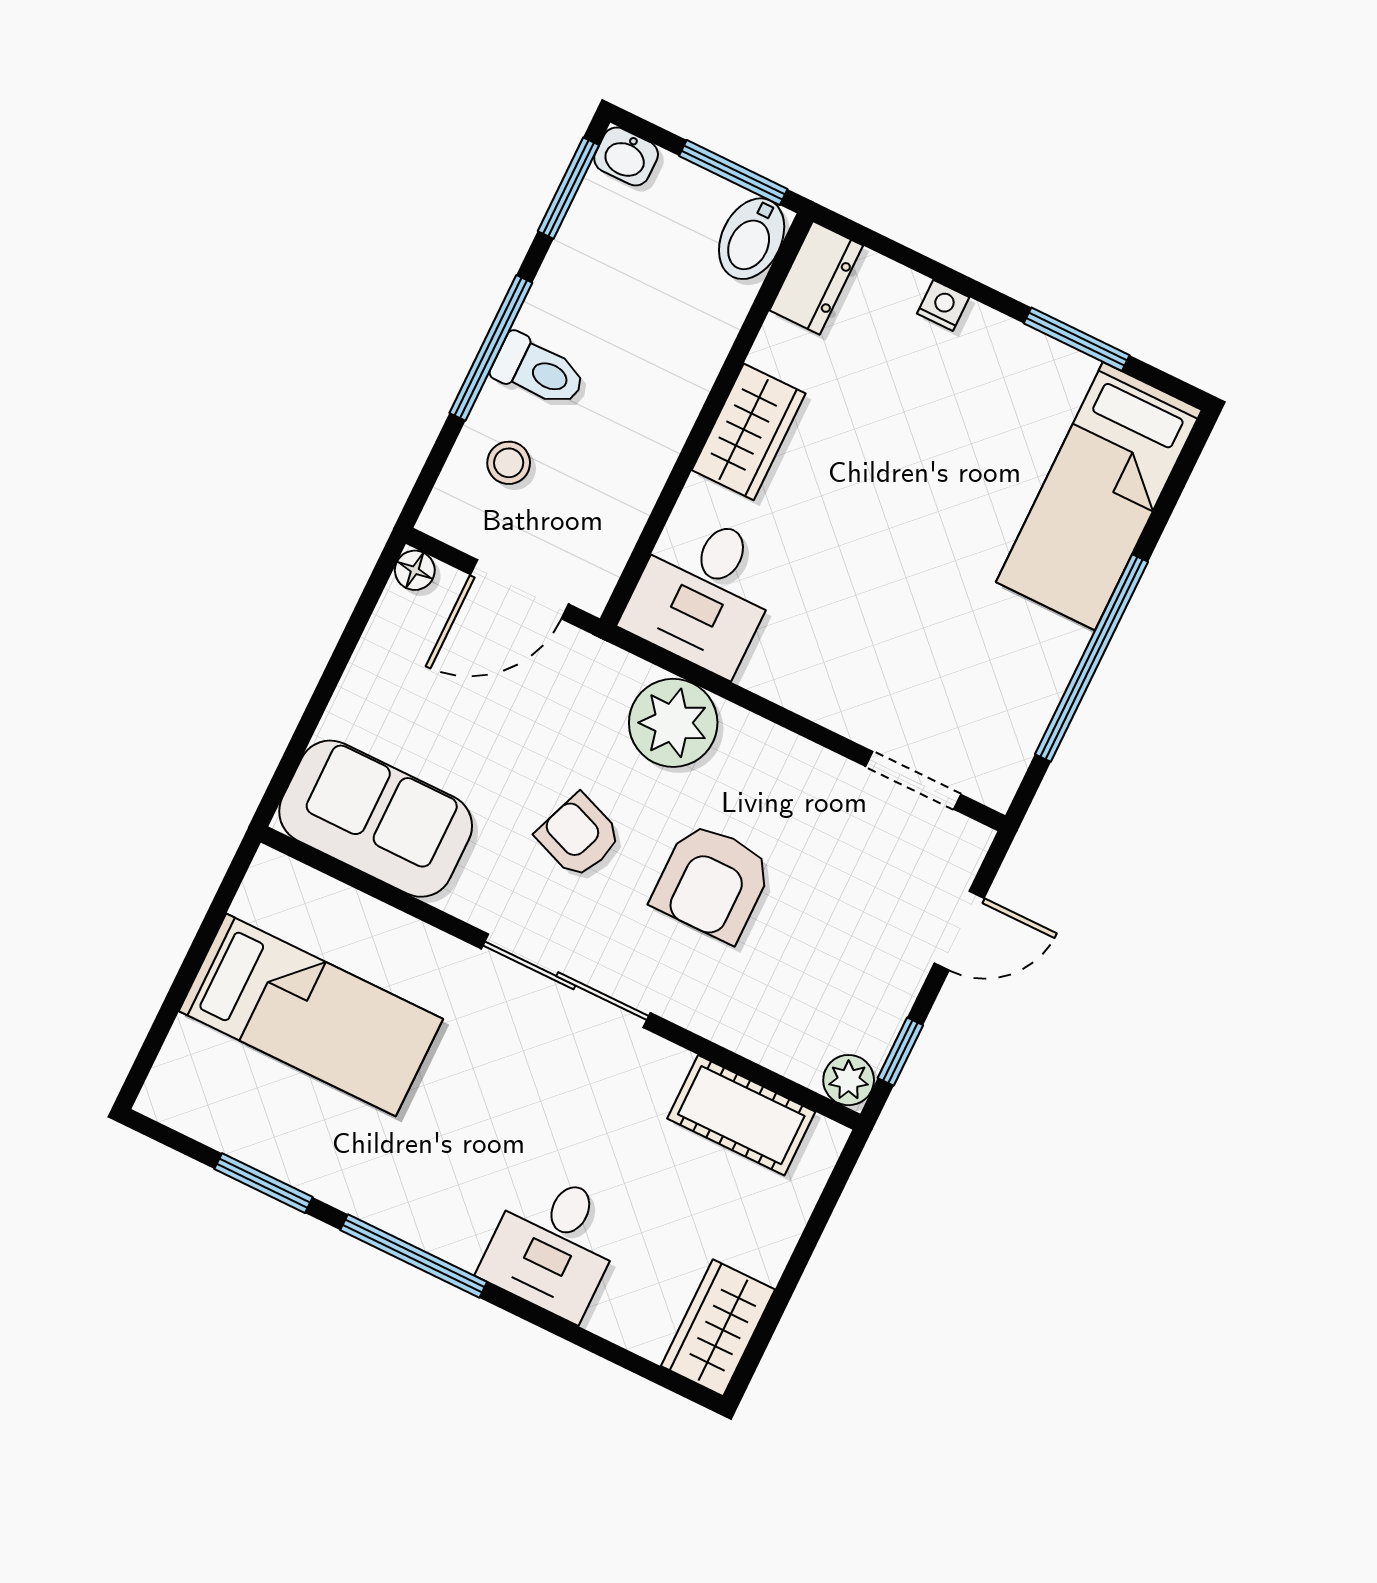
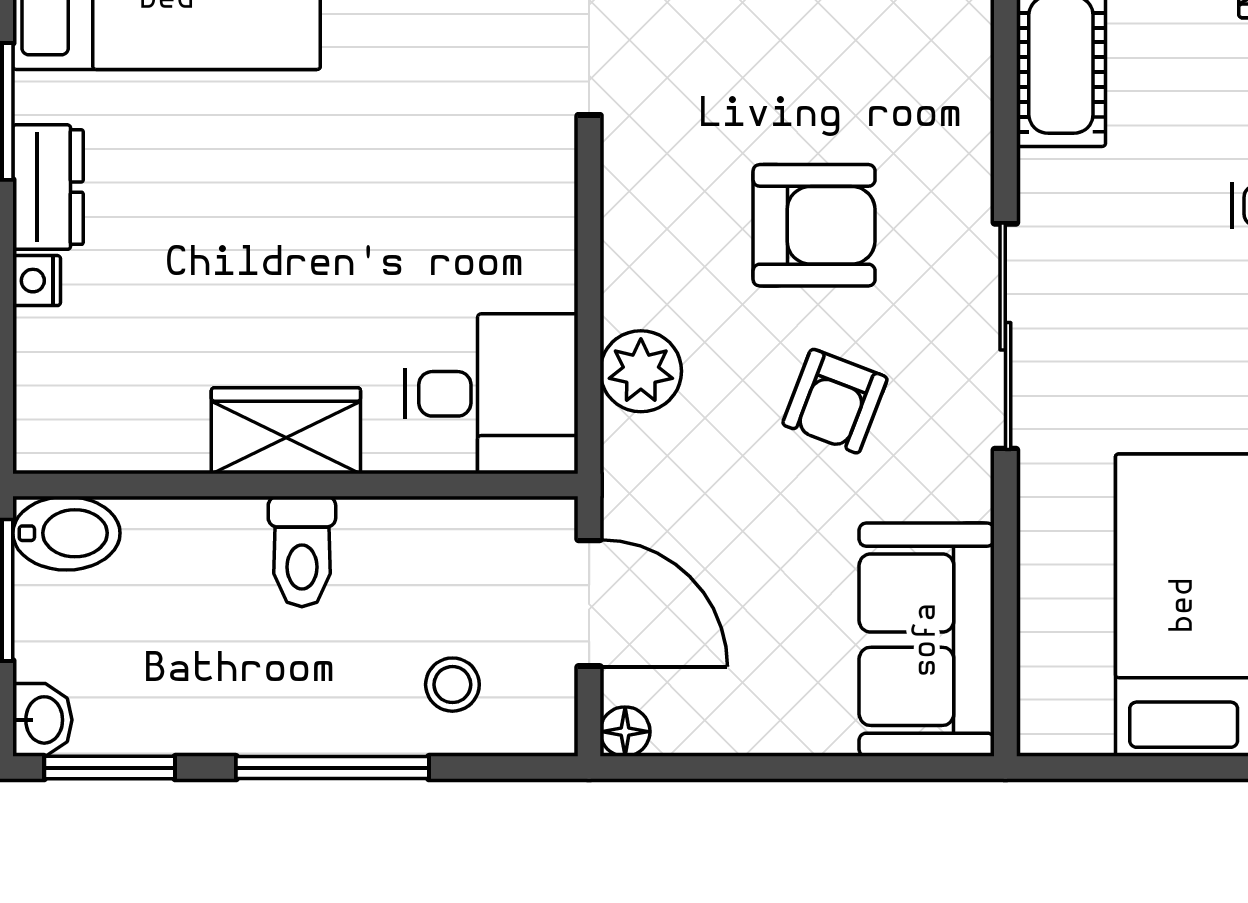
dresser: (816, 278) -> (48, 187), moved, turned 90
toilet: (539, 371) -> (302, 552), moved, turned 180
plant: (673, 723) -> (641, 371), width x0.73, depth x0.73

